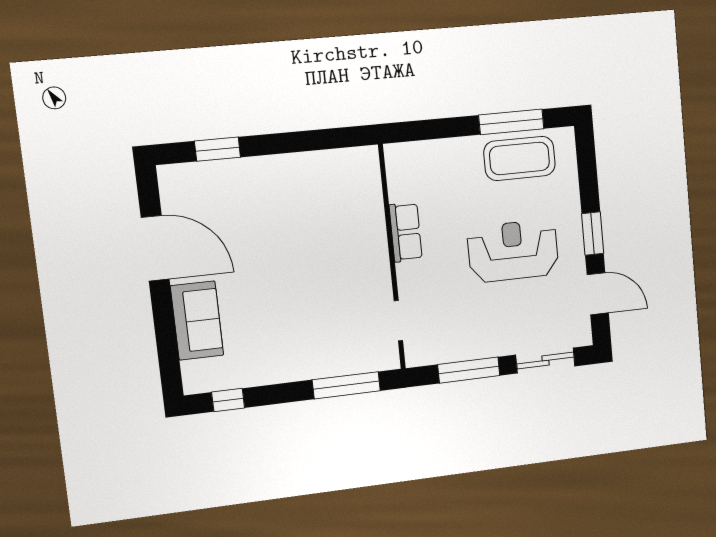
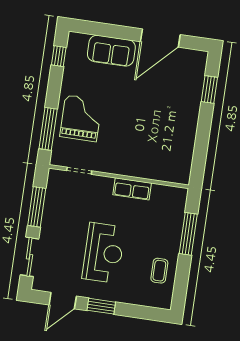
window: (511, 122) -> (188, 234), moved
coffee table: (520, 158) -> (159, 271), width x0.54, depth x0.58
grand piano: (317, 340) -> (81, 118), added

